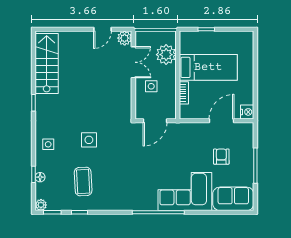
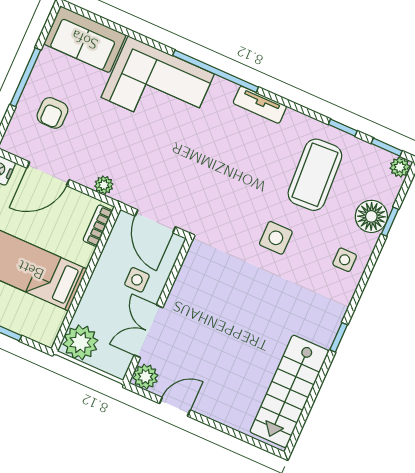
plant: (166, 55) -> (80, 342), moved
bookcase: (184, 93) -> (98, 226), moved
door: (155, 121) -> (155, 221), swing flipped
plant: (190, 128) -> (104, 185), added
armchair: (221, 157) -> (52, 113), moved
floor lamp: (40, 177) -> (371, 216), width x1.89, depth x1.89
coffee table: (83, 181) -> (315, 175), width x1.36, depth x1.32
tv unit: (128, 205) -> (260, 105), added

